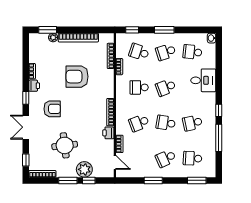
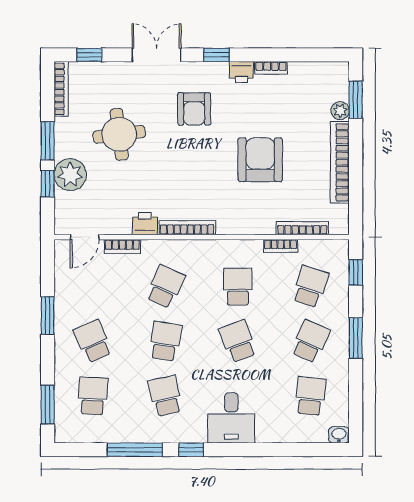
school desk: (166, 52) -> (310, 341), turned 42
desk: (203, 80) -> (231, 418), moved
school desk: (139, 123) -> (165, 287), turned 45

